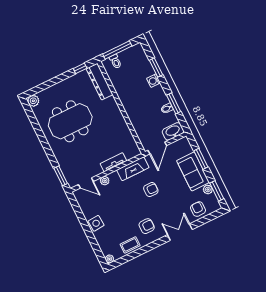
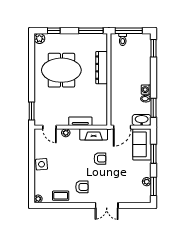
window: (156, 67) -> (153, 48), moved
window: (80, 68) -> (91, 31), width x2.17
washing machine: (154, 81) -> (146, 90), moved
dresser: (100, 82) -> (102, 68), moved
window: (44, 86) -> (54, 31), added
window: (174, 103) -> (153, 108), moved
sofa: (193, 171) -> (142, 144), moved
armchair: (198, 209) -> (131, 194), removed
double door: (180, 232) -> (107, 205), swing flipped

